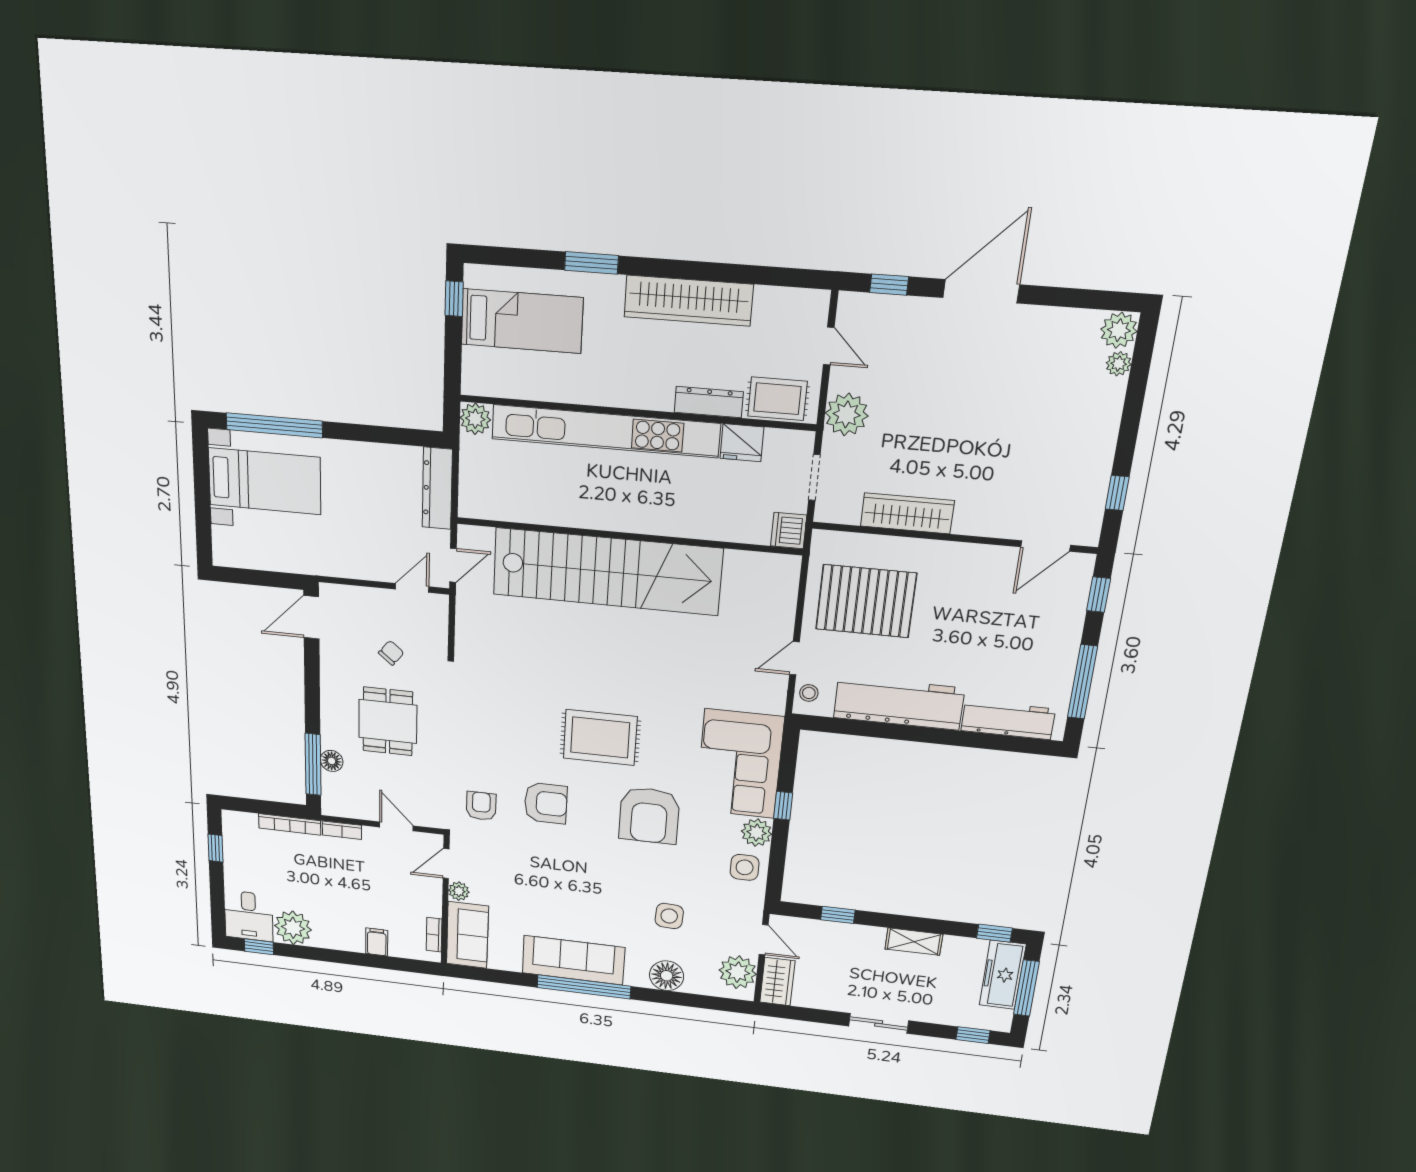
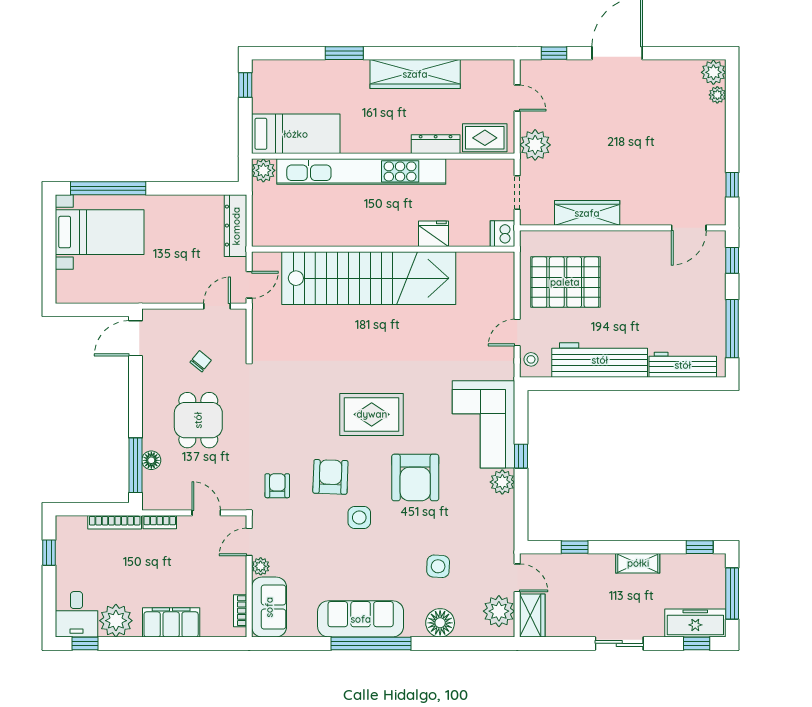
bed: (522, 321) -> (296, 134), moved
fridge: (742, 443) -> (434, 234), moved, turned 180
armchair: (546, 803) -> (330, 477), turned -88
side table: (745, 867) -> (359, 517), moved
filing cabinet: (377, 942) -> (171, 622), width x3.00, depth x1.17
freezer: (1003, 975) -> (695, 623), moved, turned 90

